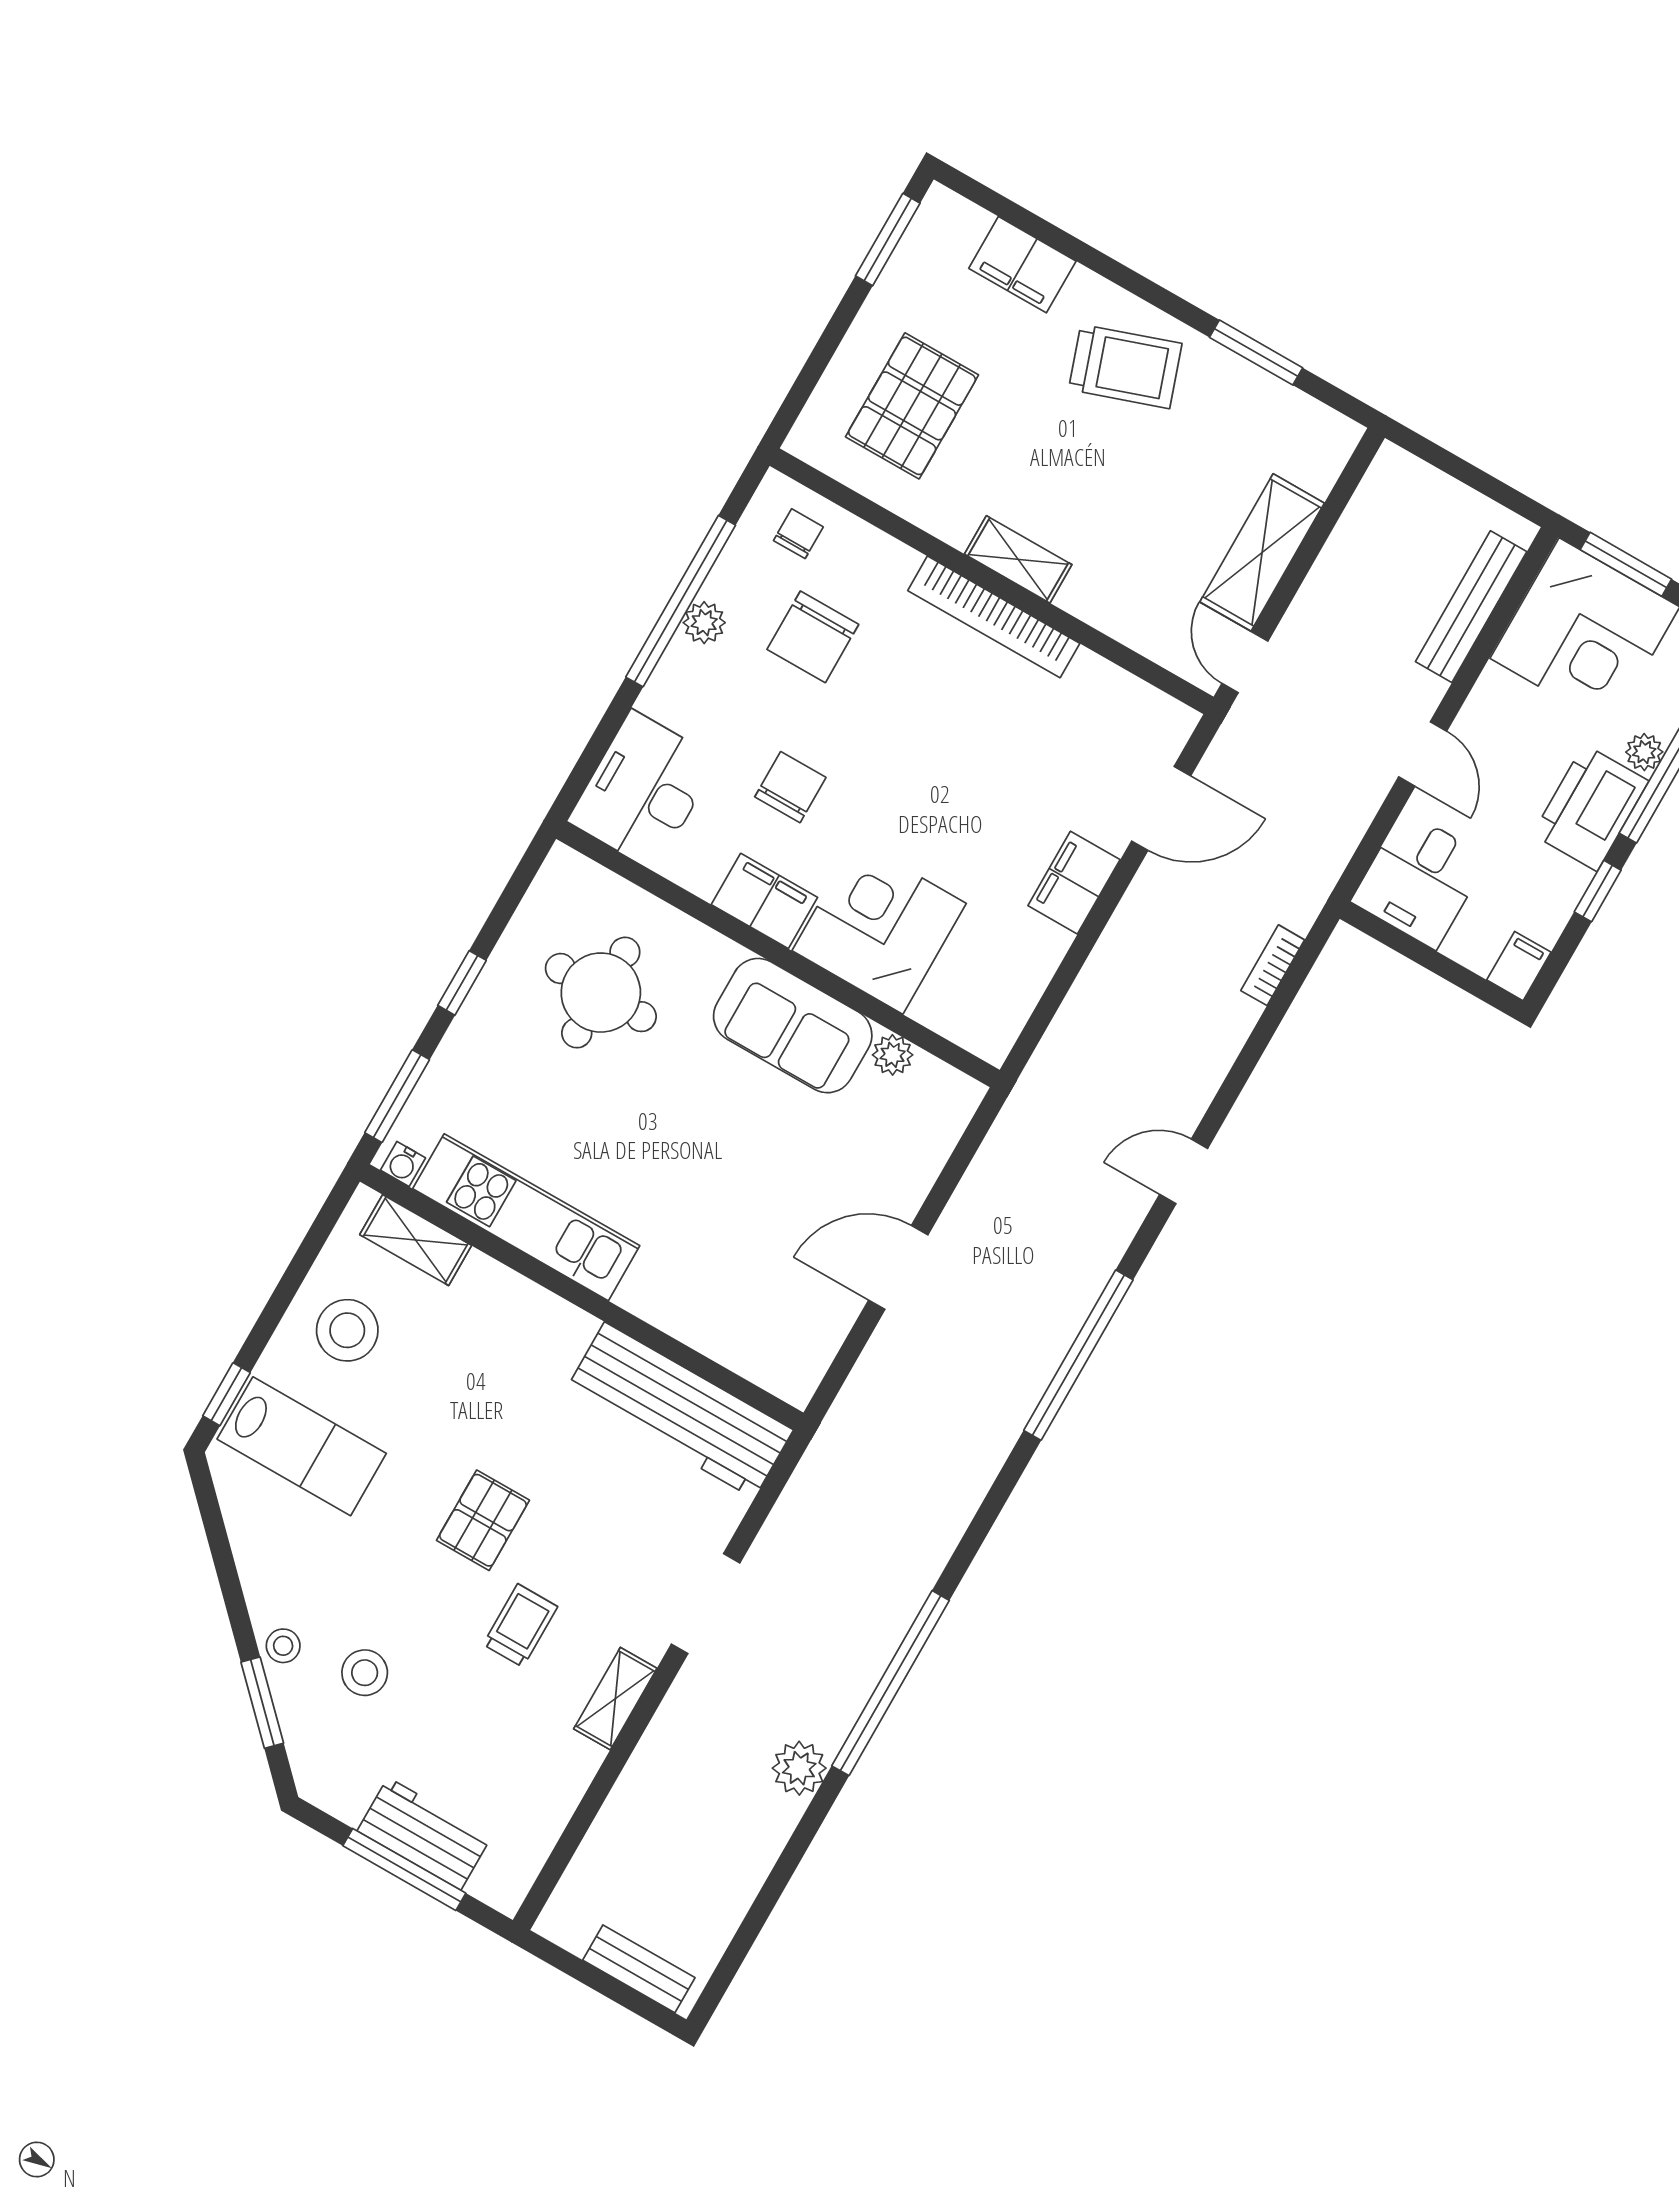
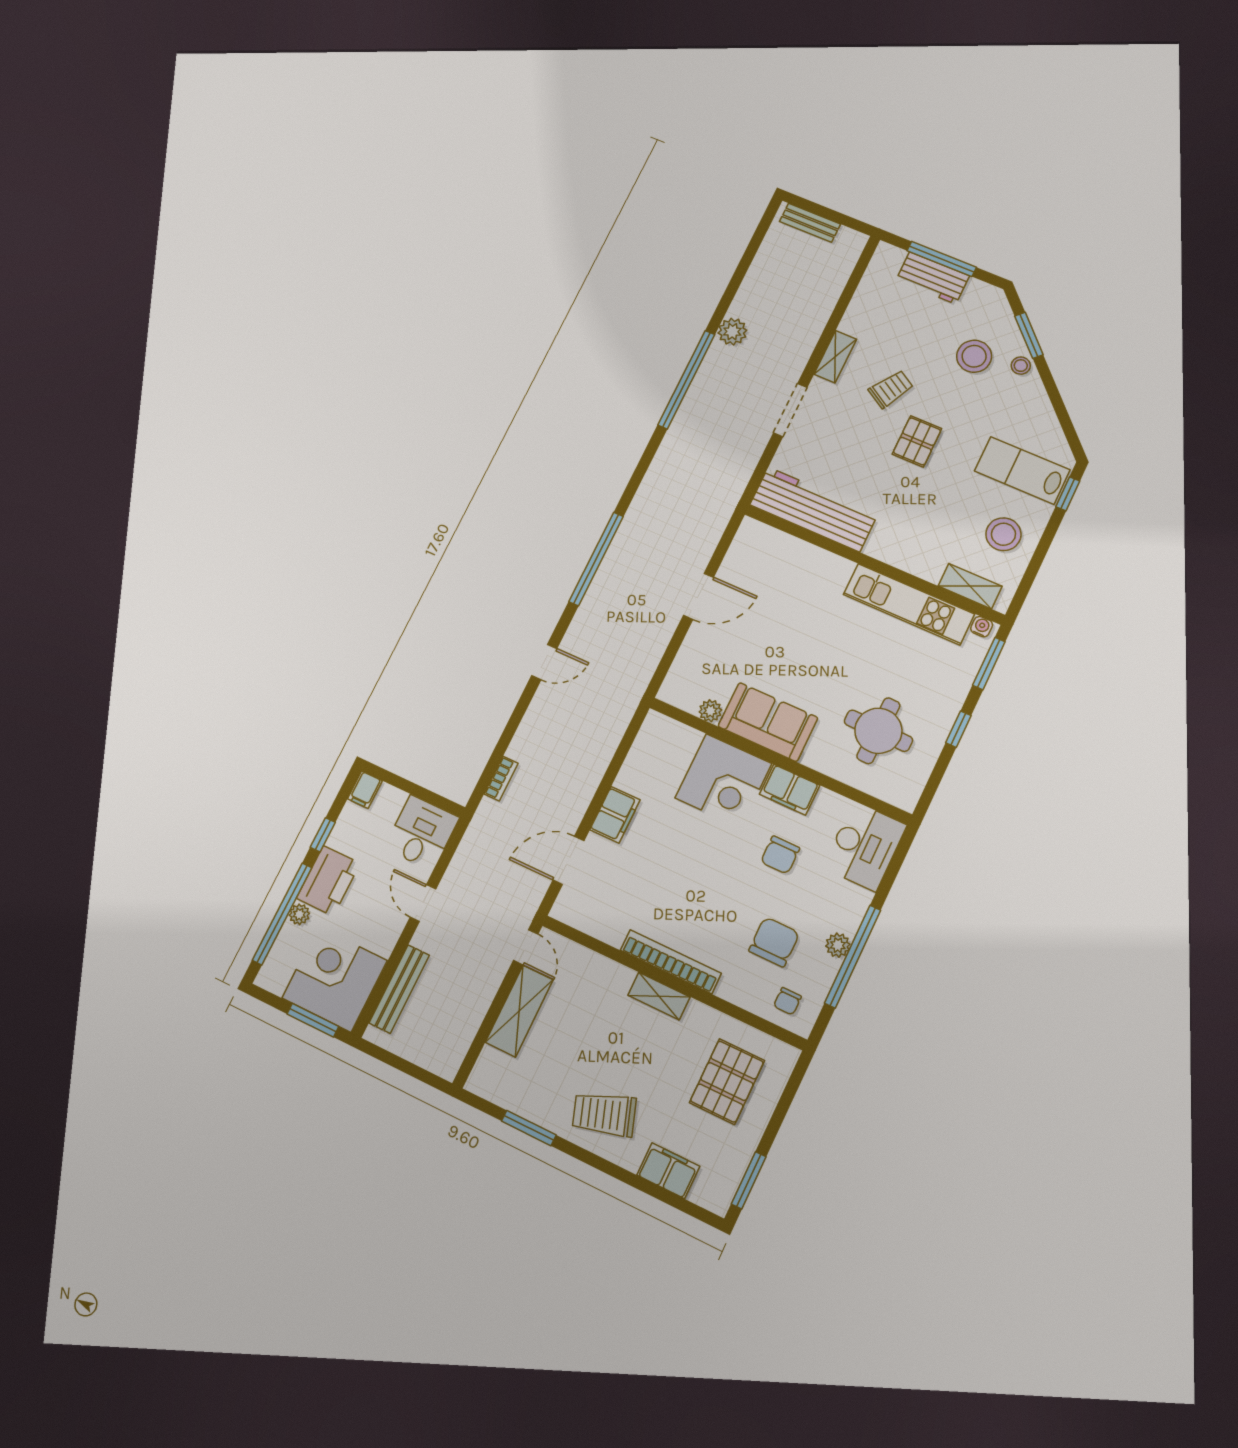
trolley: (520, 1625) -> (891, 389), turned -149
stool: (365, 1673) -> (974, 356), width x1.38, depth x1.38

